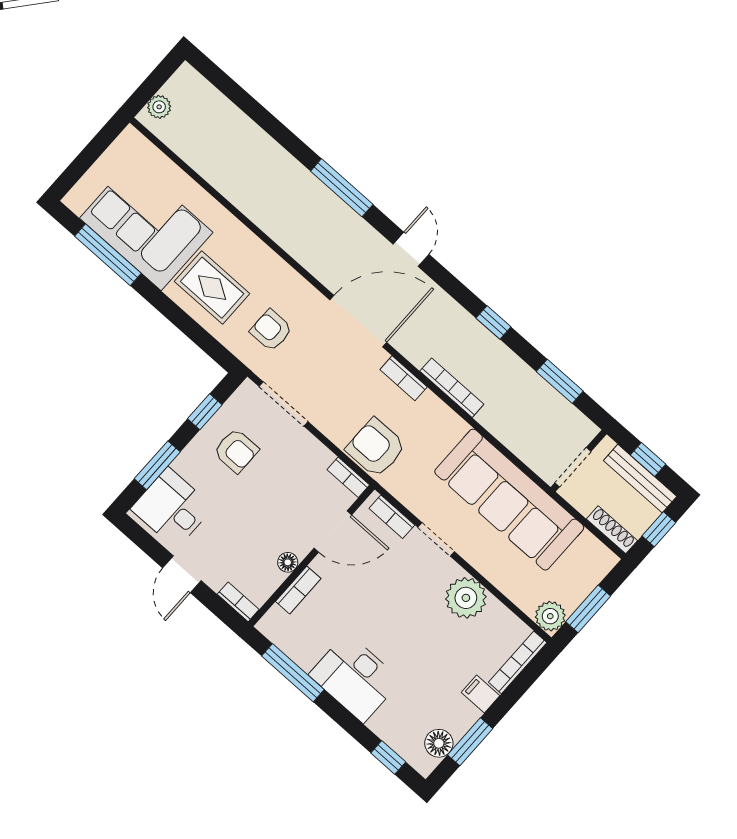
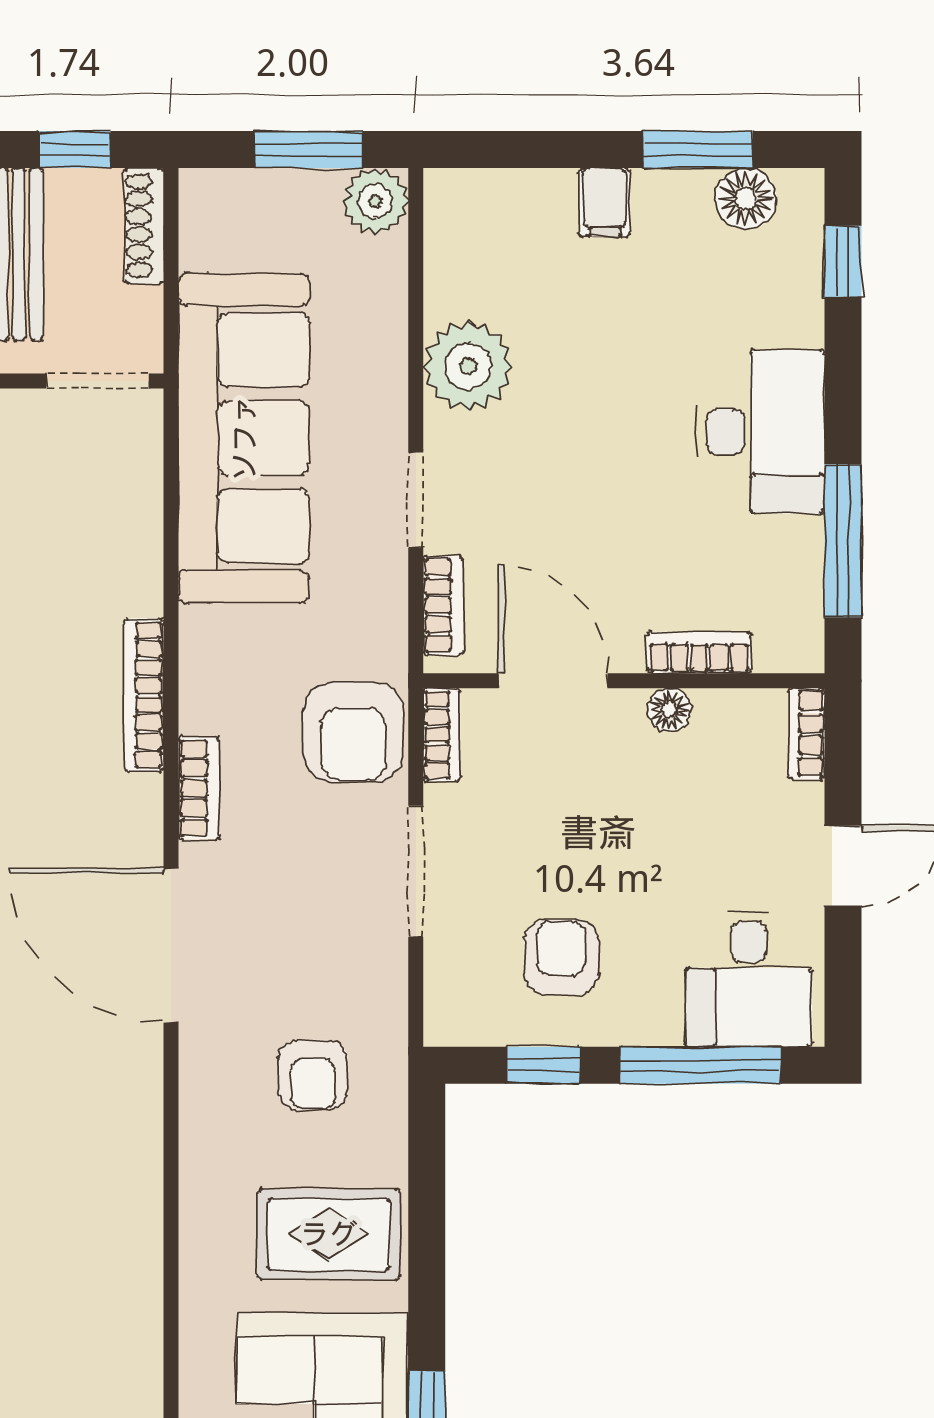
rug: (212, 288) -> (329, 1234), turned 90
doorway: (284, 404) -> (416, 871), moved
window: (157, 465) -> (700, 1065), width x1.44
bookcase: (518, 662) -> (498, 187), removed

